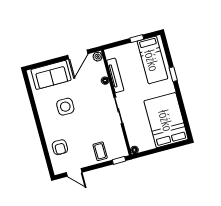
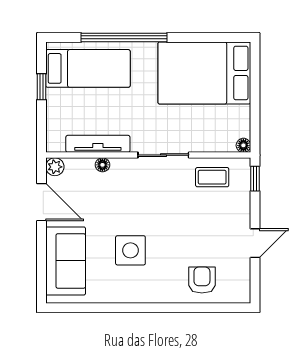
window: (173, 74) -> (124, 37), width x3.17
armchair: (60, 147) -> (202, 280), turned -90
coffee table: (100, 151) -> (212, 177), moved
door: (74, 172) -> (255, 243), moved

